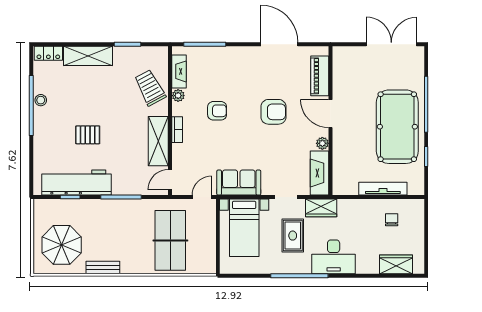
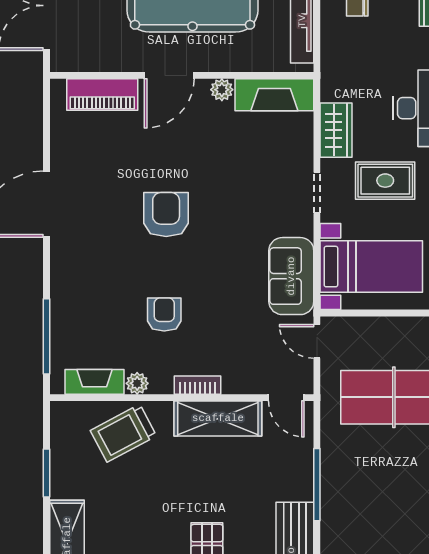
piano: (320, 76) -> (102, 94), moved
door: (331, 114) -> (169, 75), moved
wall: (331, 121) -> (182, 75), moved
plant: (322, 143) -> (222, 90), moved
fireplace: (320, 173) -> (274, 95), moved

